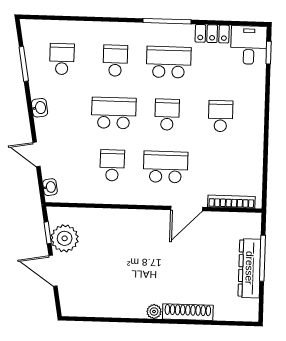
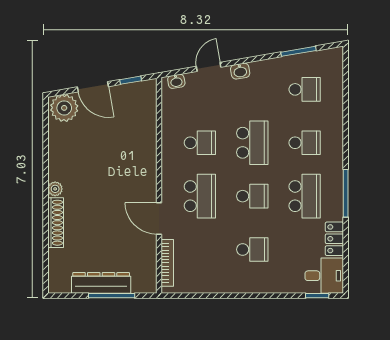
washbasin: (40, 108) -> (240, 71), moved
plant: (65, 238) -> (64, 108), moved
door: (53, 271) -> (93, 87), swing flipped

